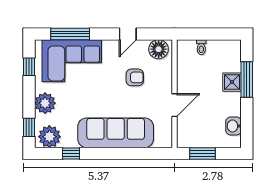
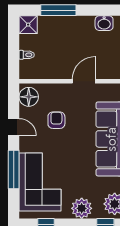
window: (70, 34) -> (14, 170), moved
shower: (232, 82) -> (28, 25), moved
door: (174, 105) -> (84, 81), hinge flipped

